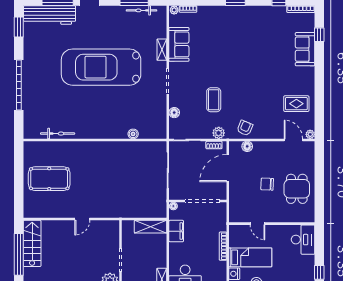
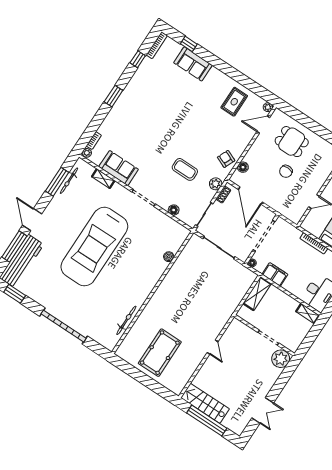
shelving: (162, 50) -> (103, 179), moved
dining table: (297, 189) -> (292, 142), moved

